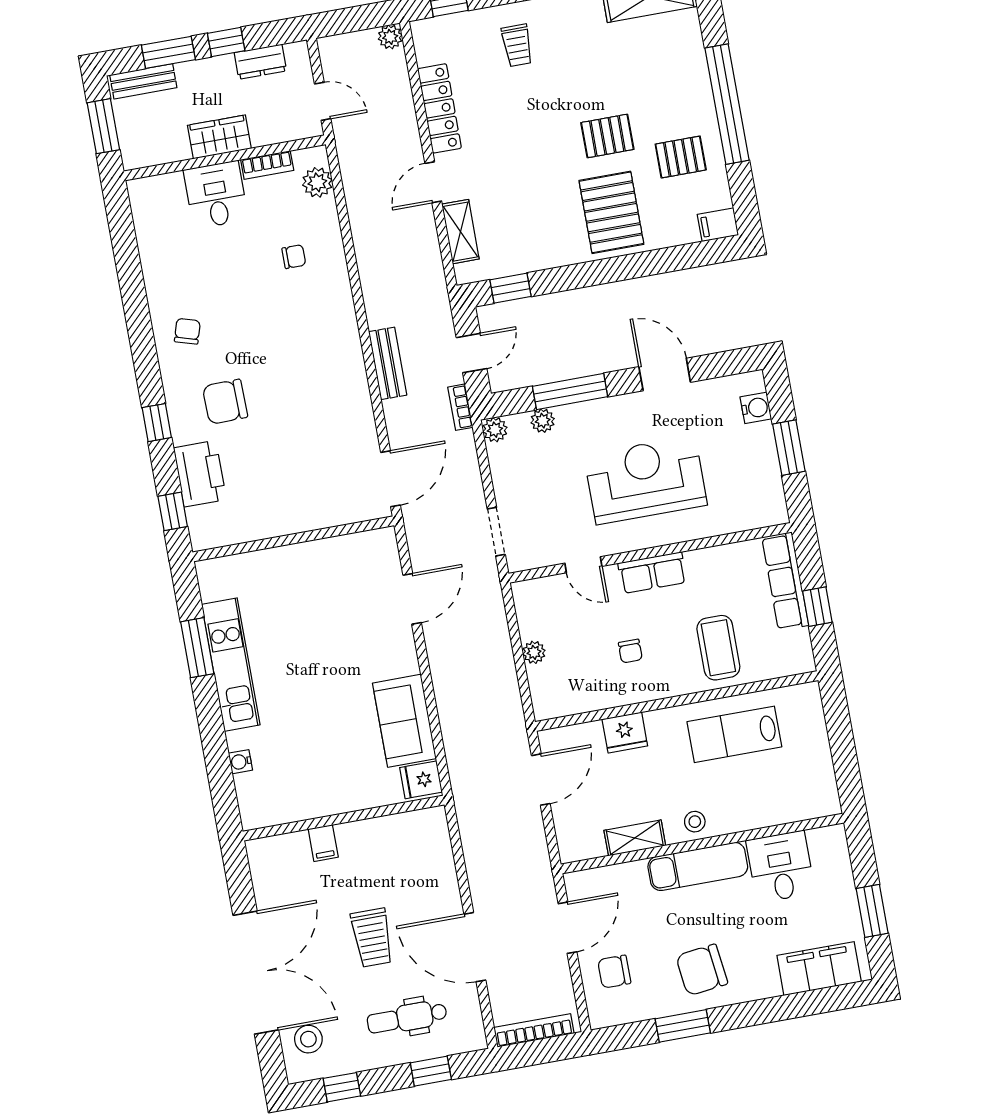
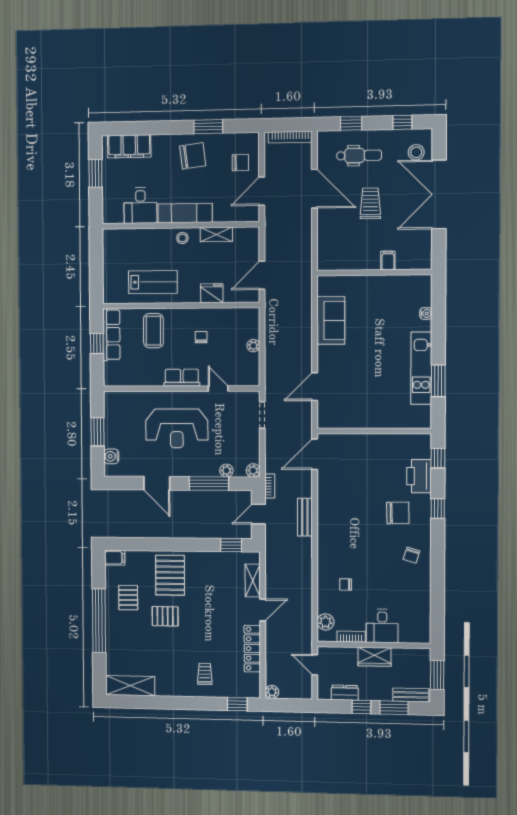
pallet: (681, 157) -> (128, 598), turned 90
row of seats: (785, 581) -> (111, 335), moved
fridge: (421, 780) -> (328, 286), removed

